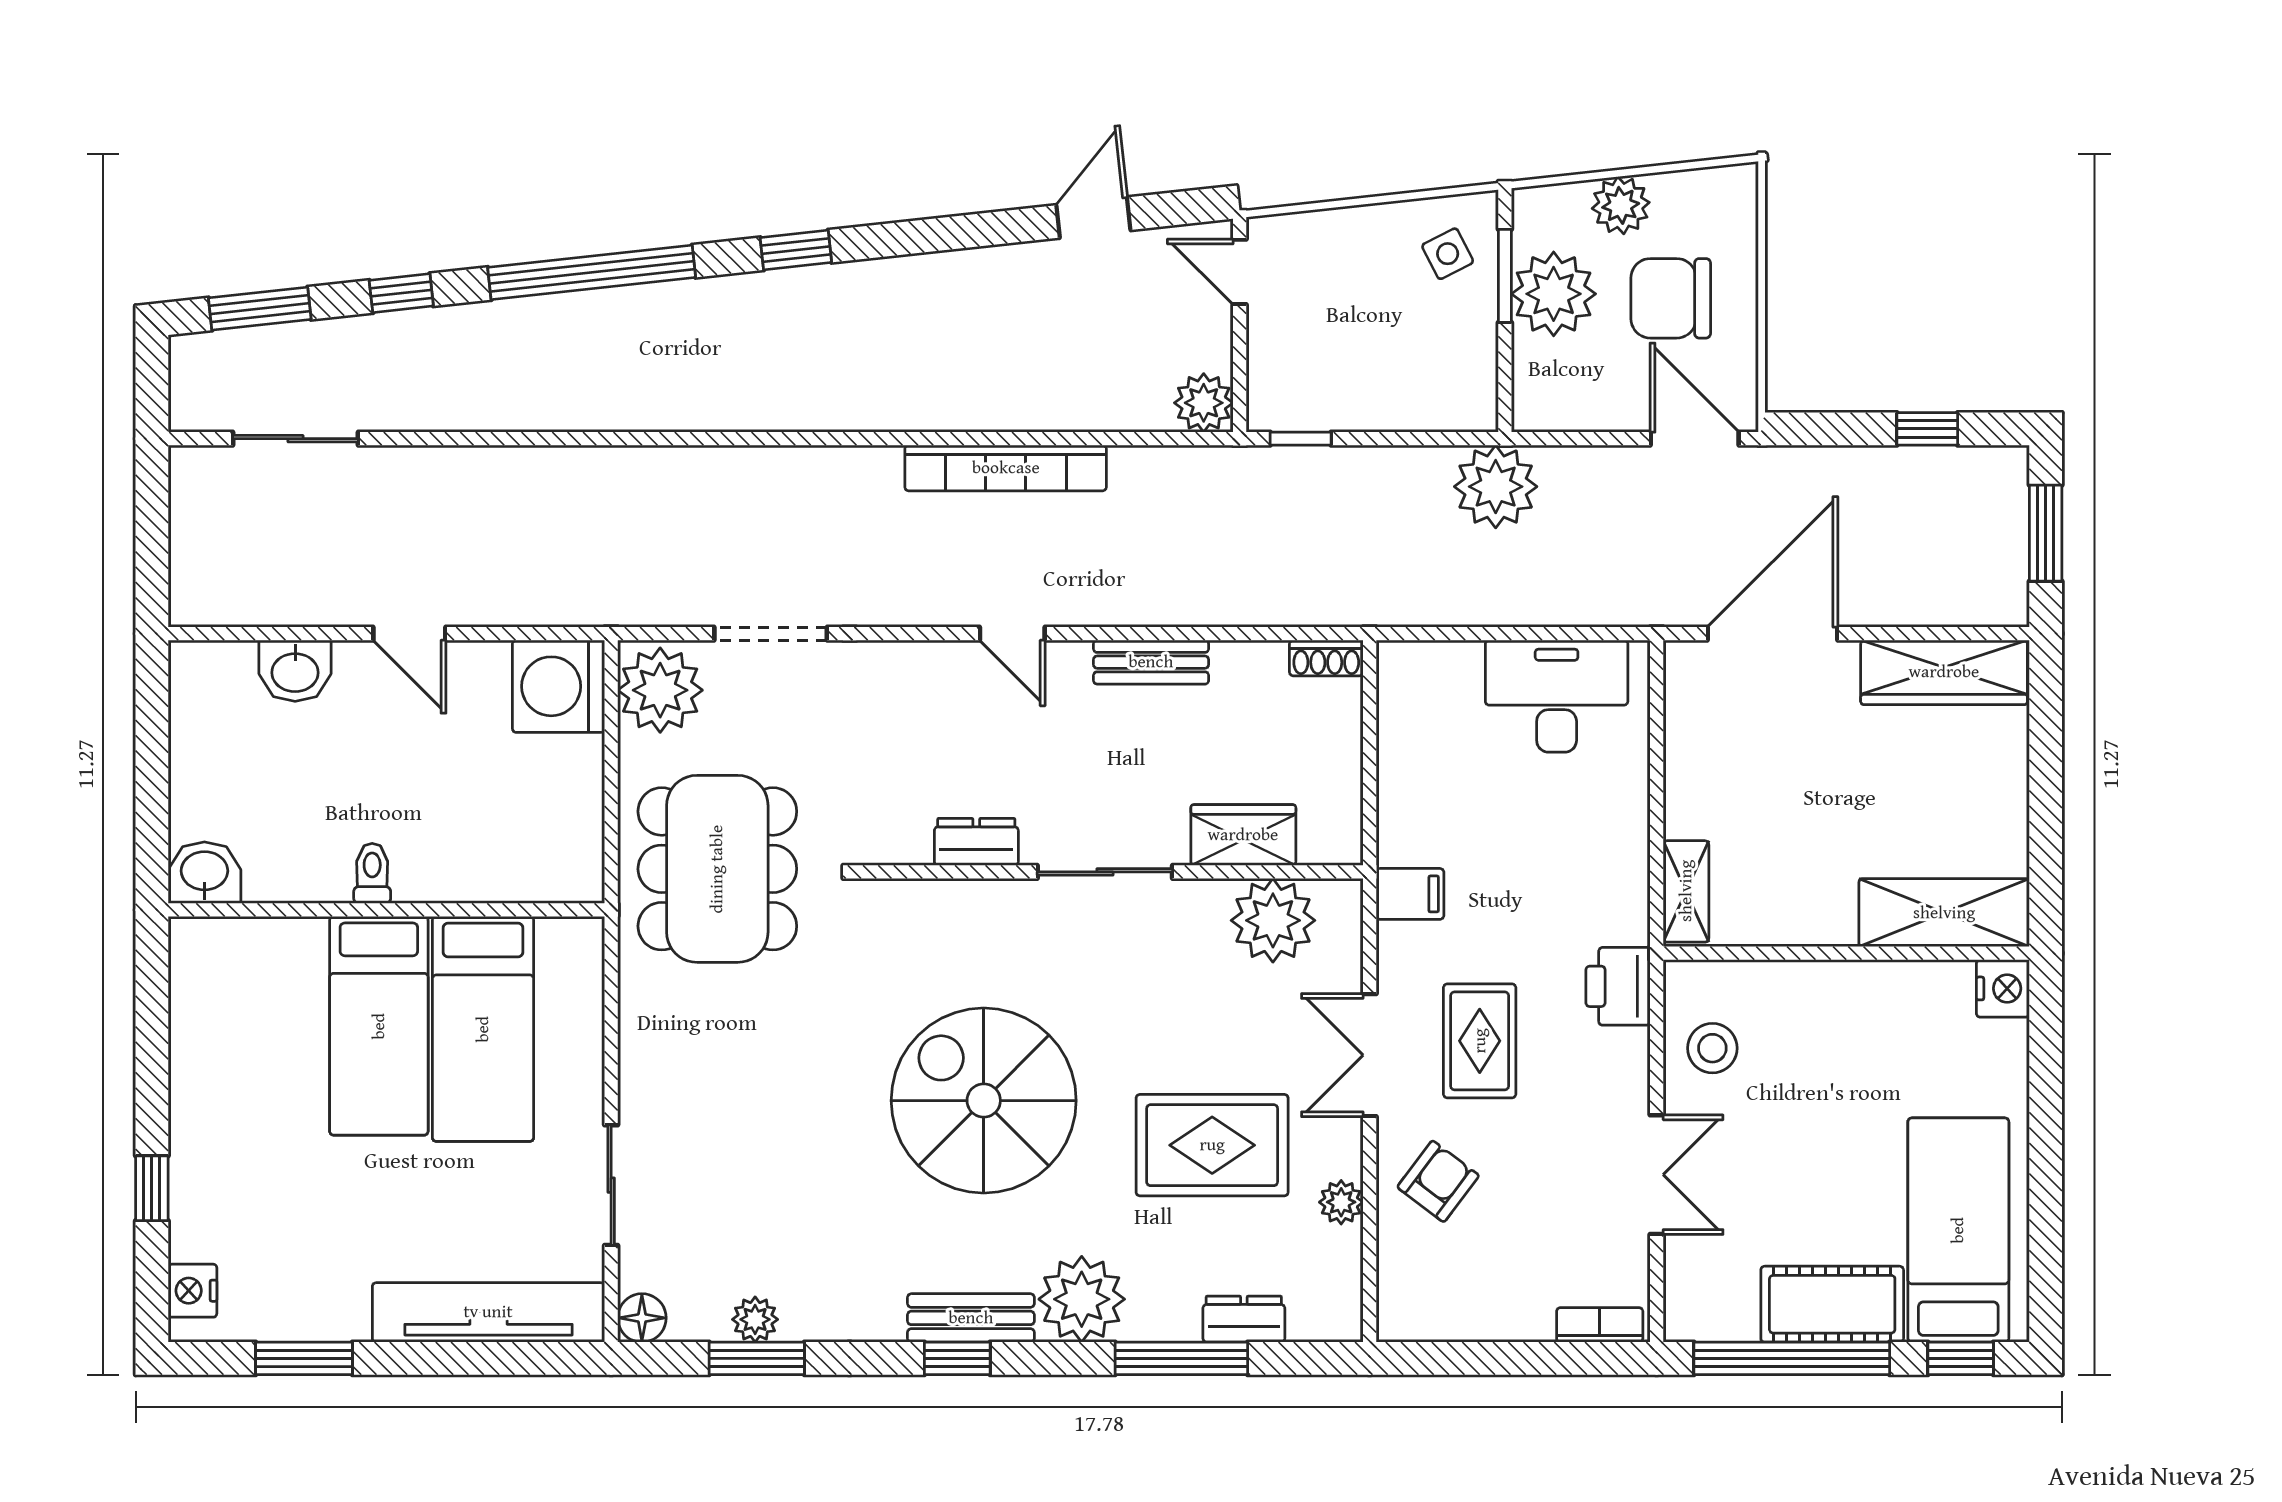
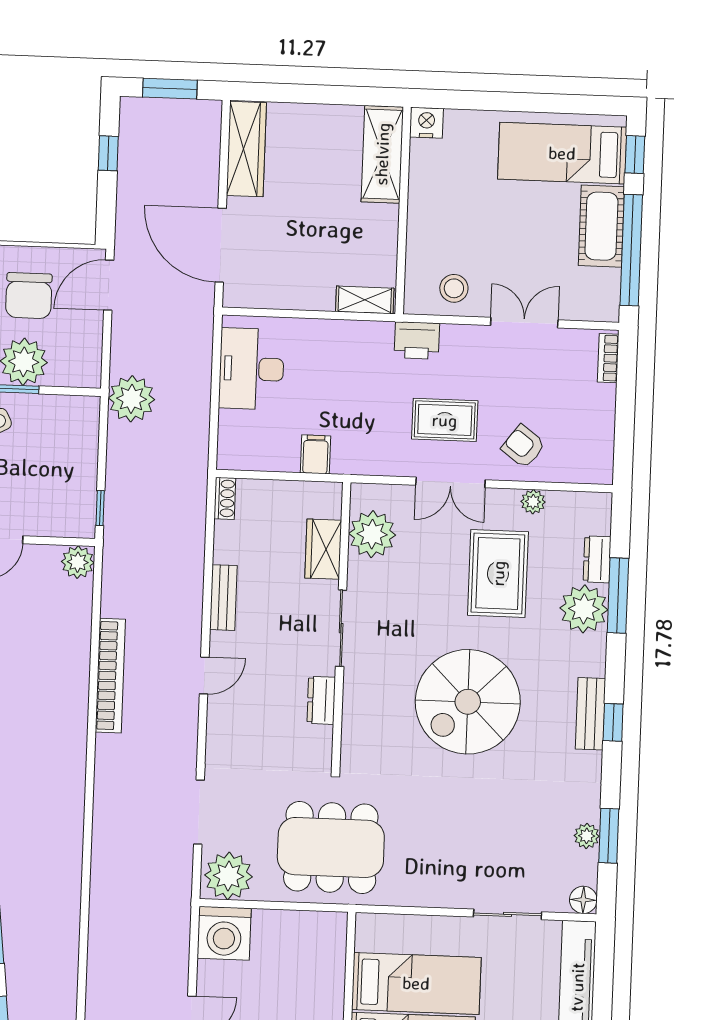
filing cabinet: (1410, 894) -> (315, 454), moved
plant: (1082, 1299) -> (584, 609), moved

